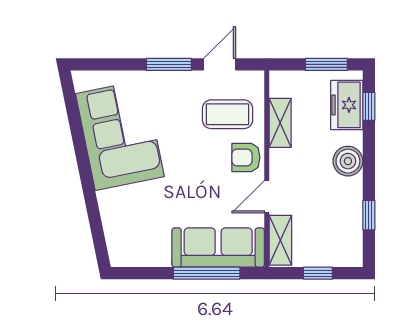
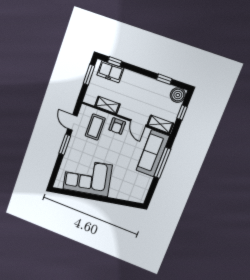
boiler: (348, 161) -> (178, 95), moved

